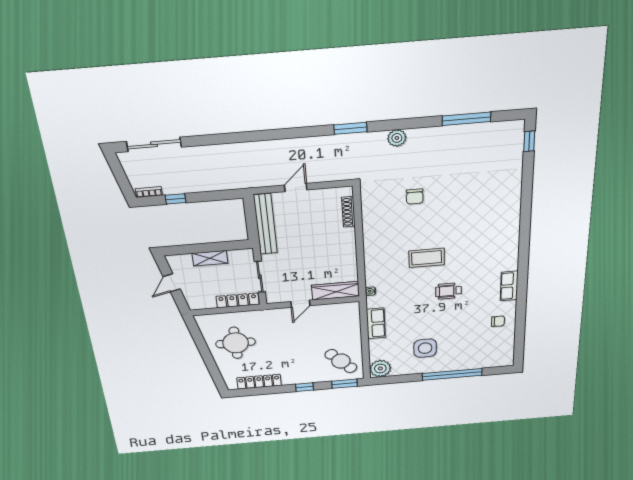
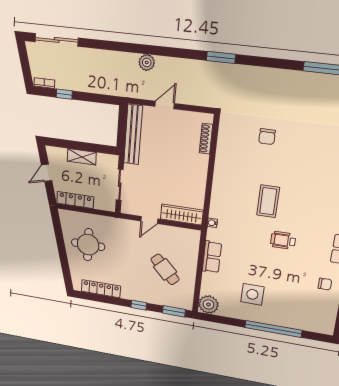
plant: (397, 138) -> (147, 62), moved
coffee table: (427, 258) -> (268, 201), turned 90
locker: (238, 300) -> (75, 200), moved
cafe table: (341, 361) -> (165, 269), moved

